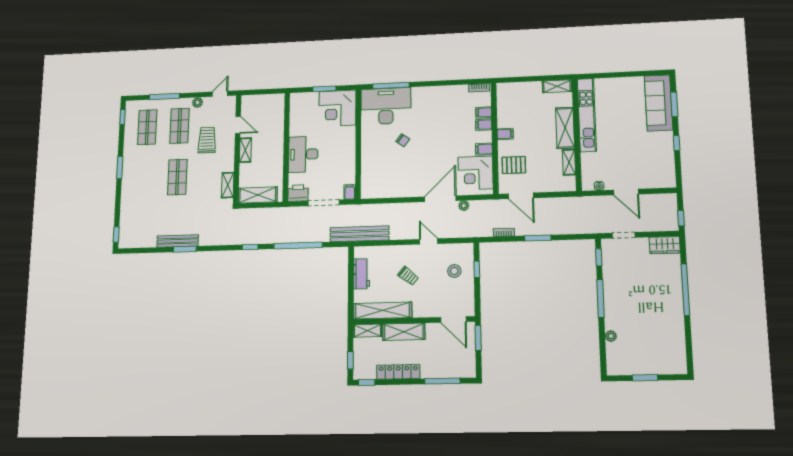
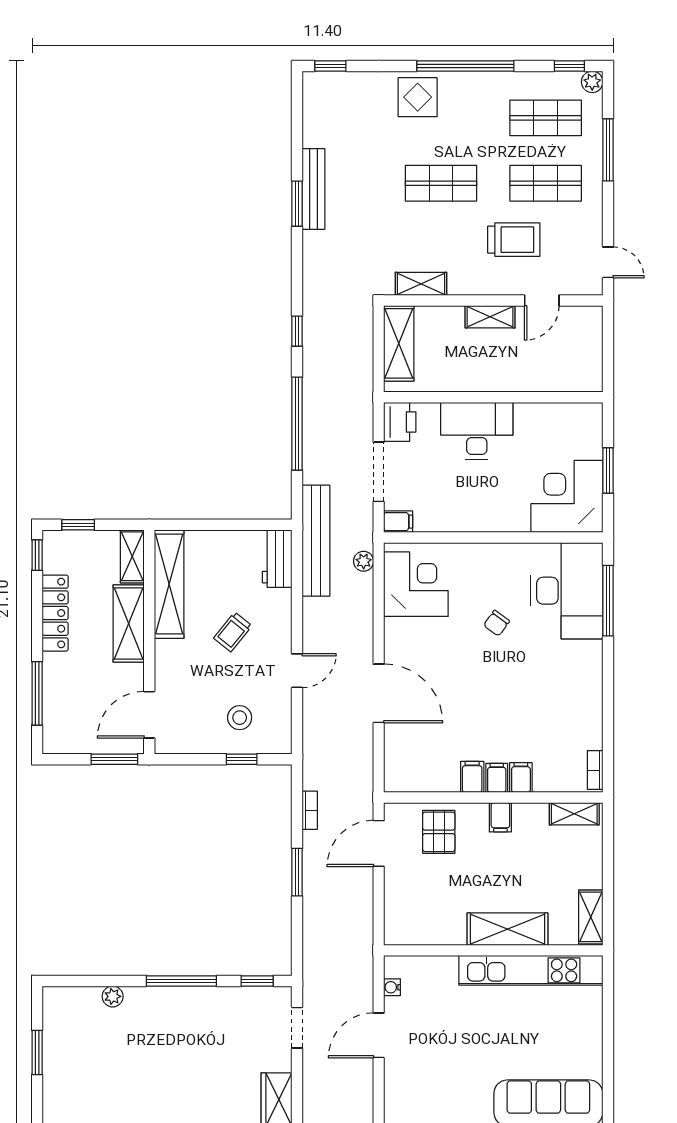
plant: (198, 102) -> (592, 82), moved
filing cabinet: (484, 112) -> (497, 778), moved
shelving: (569, 162) -> (574, 814), moved
window: (120, 167) -> (465, 66), width x2.11
corner desk: (475, 173) -> (416, 584), moved, turned 90
display table: (134, 190) -> (418, 97), added
plant: (464, 206) -> (364, 561), moved
workbench: (361, 274) -> (277, 559), moved, turned 90

